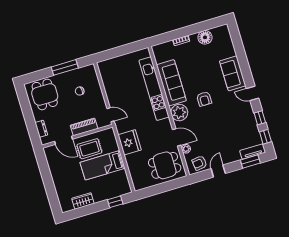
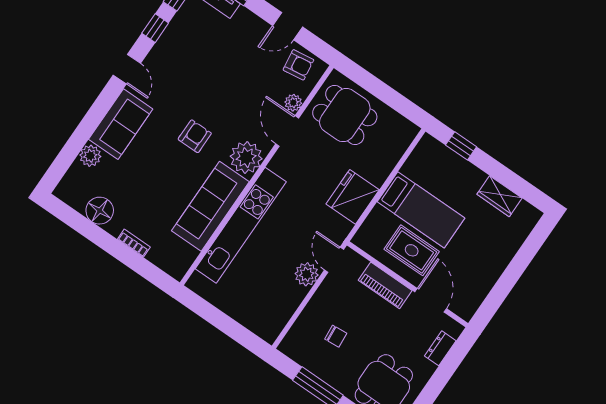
plant: (230, 51) -> (90, 156), added
plant: (114, 99) -> (307, 274), added

